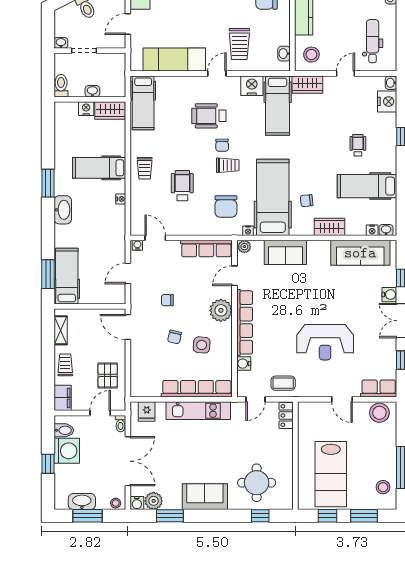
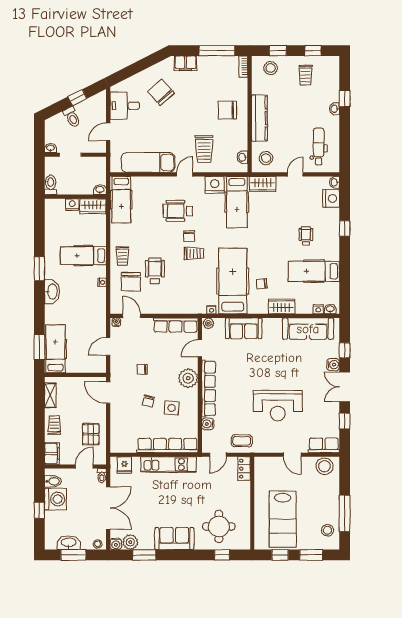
washbasin: (92, 91) -> (100, 190), moved
chair: (226, 206) -> (131, 282), moved

